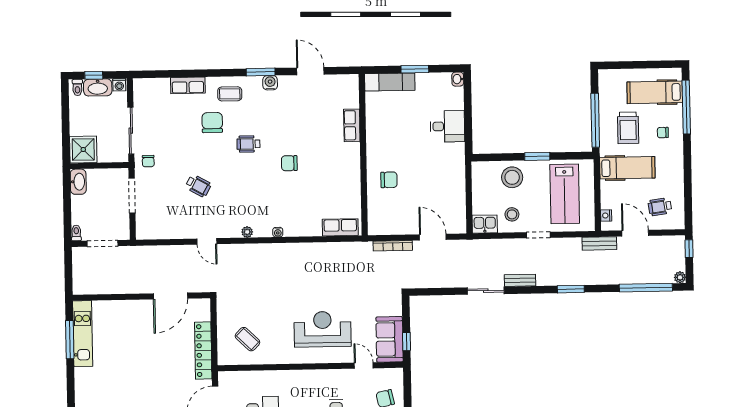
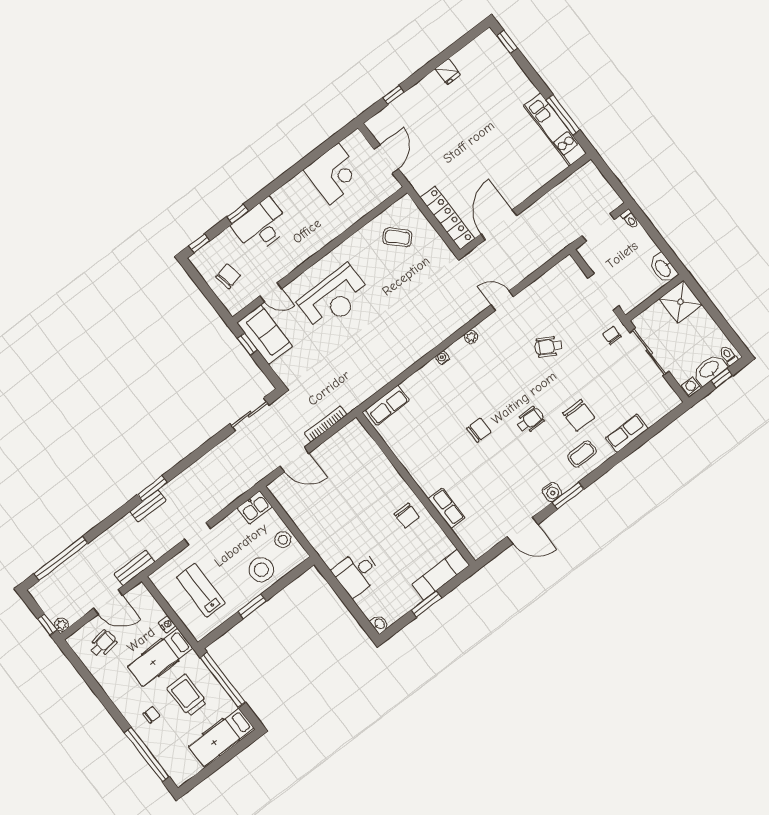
hospital bed: (655, 92) -> (221, 737), moved, turned 180
chair: (389, 180) -> (407, 516), moved, turned -90
lab bench: (565, 194) -> (201, 590), width x0.73, depth x0.72
stool: (512, 214) -> (283, 540), moved
nightstand: (606, 216) -> (167, 624), moved
plant: (680, 277) -> (62, 625), moved
bench: (520, 280) -> (148, 506), moved
window: (571, 289) -> (152, 489), moved
sliding door: (486, 291) -> (250, 414), moved
locker: (203, 350) -> (447, 218), moved

